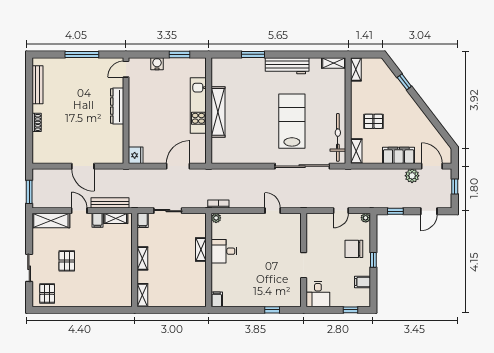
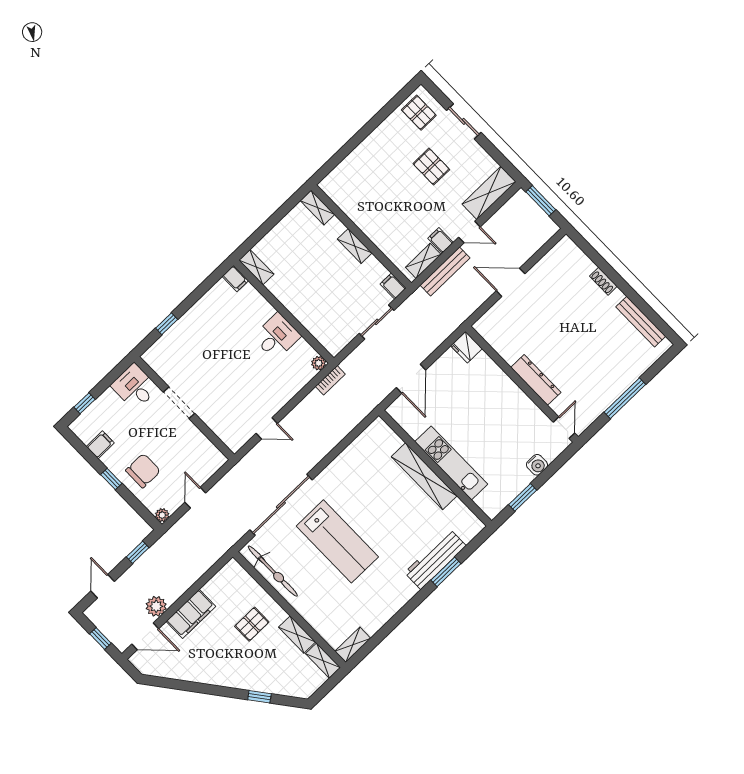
workbench: (287, 66) -> (435, 559), moved
shelving: (356, 151) -> (297, 635), moved
shelving: (201, 250) -> (256, 267), moved

